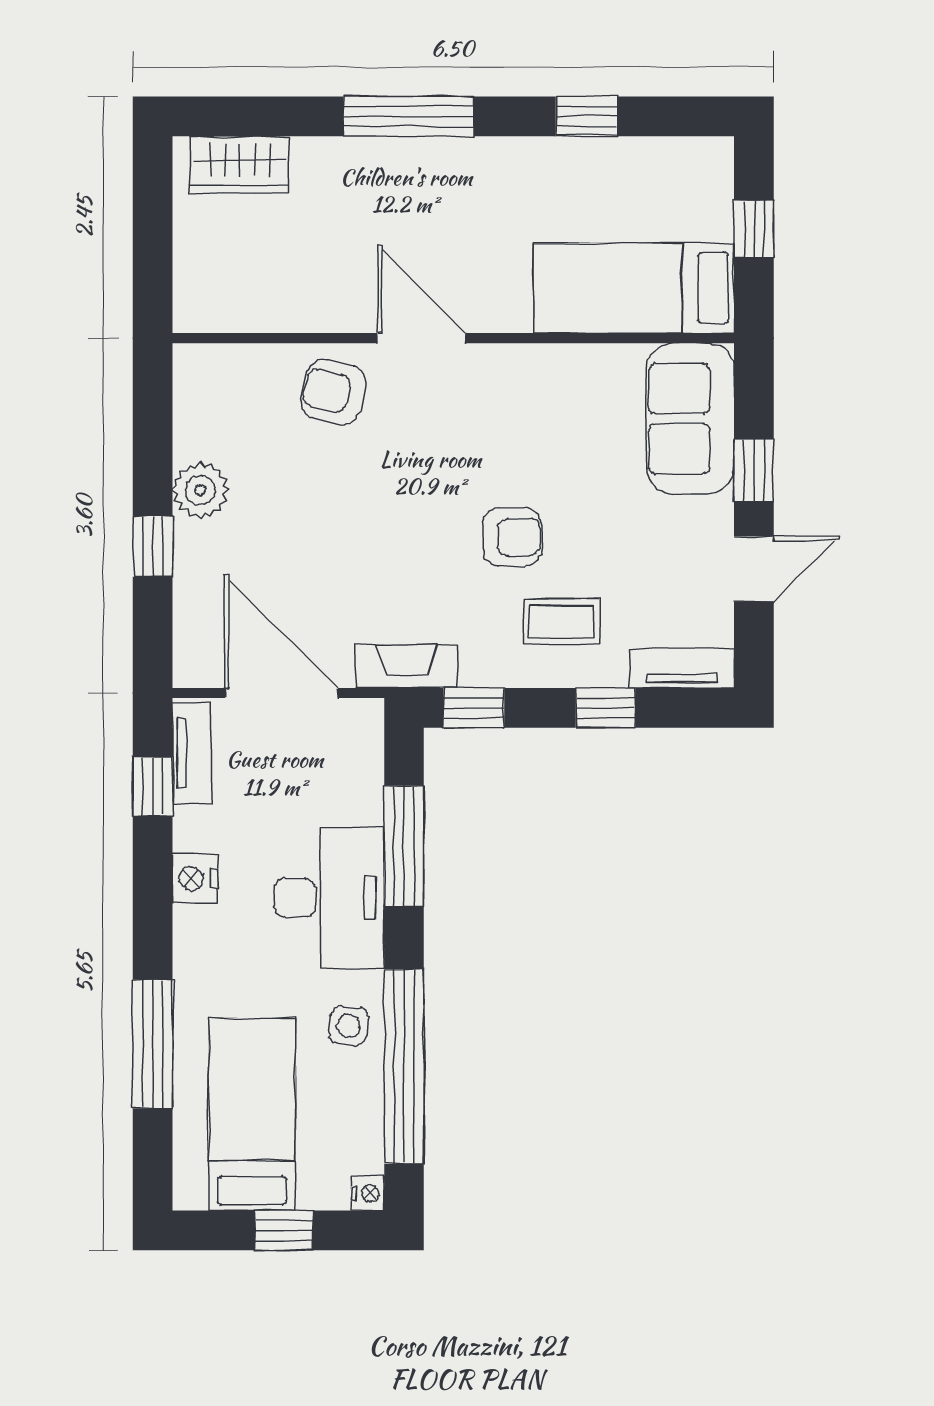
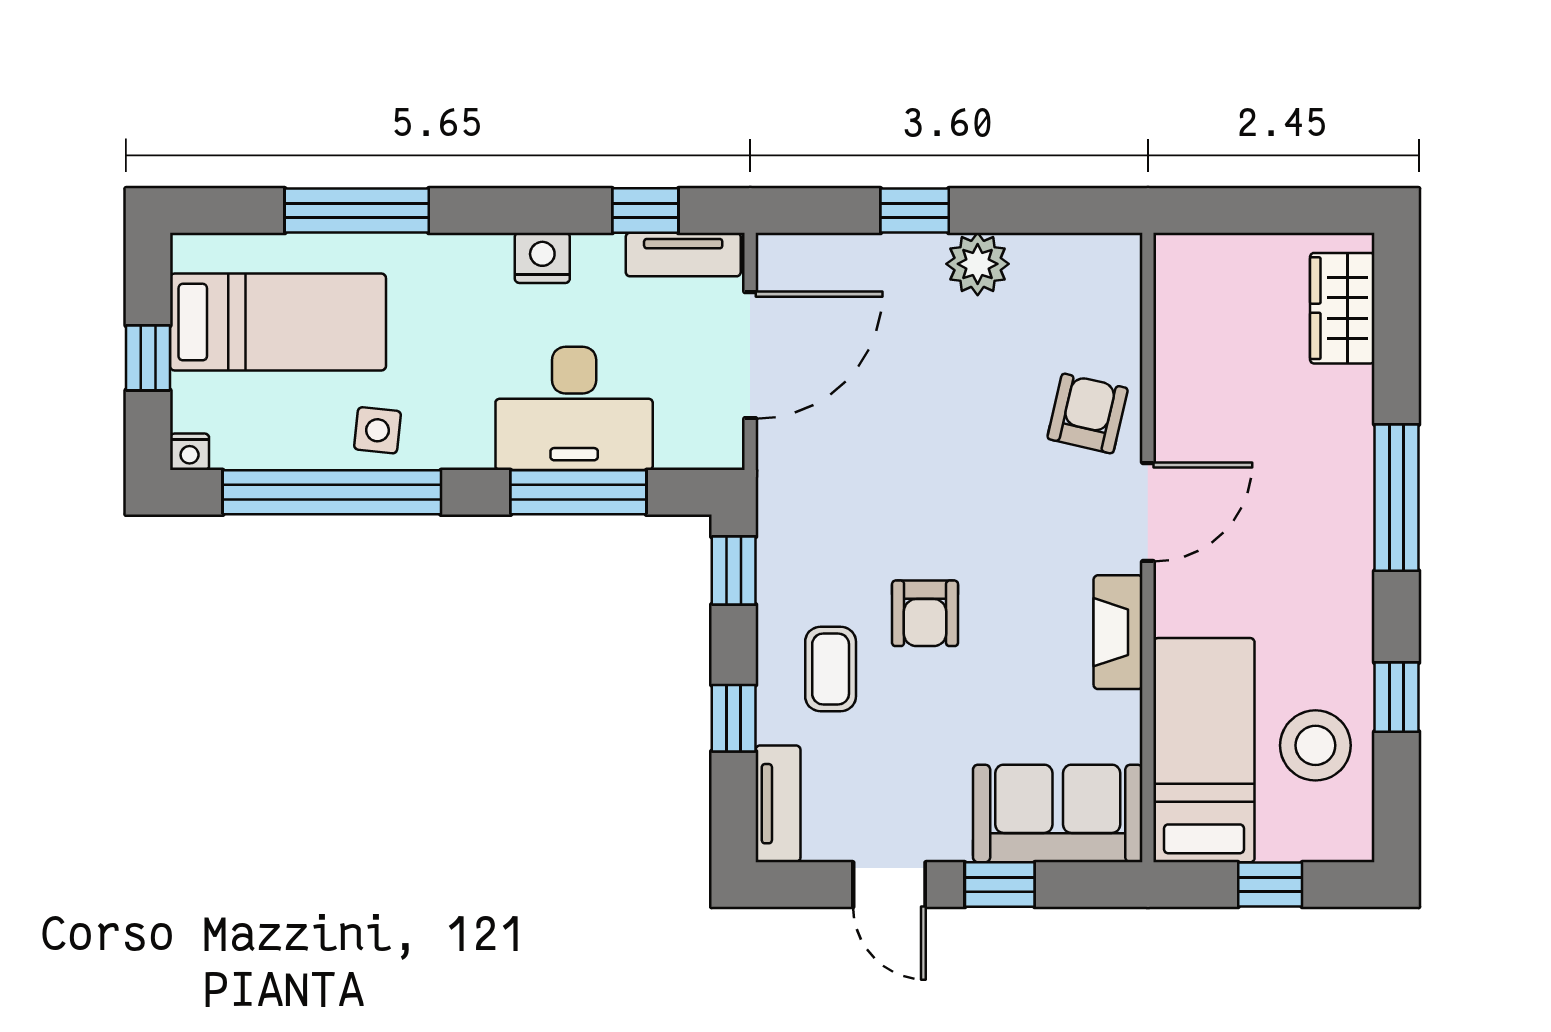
stool: (630, 189) -> (1315, 745), added
fireplace: (406, 666) -> (1118, 632), moved, turned 180
desk: (329, 898) -> (574, 408), moved

